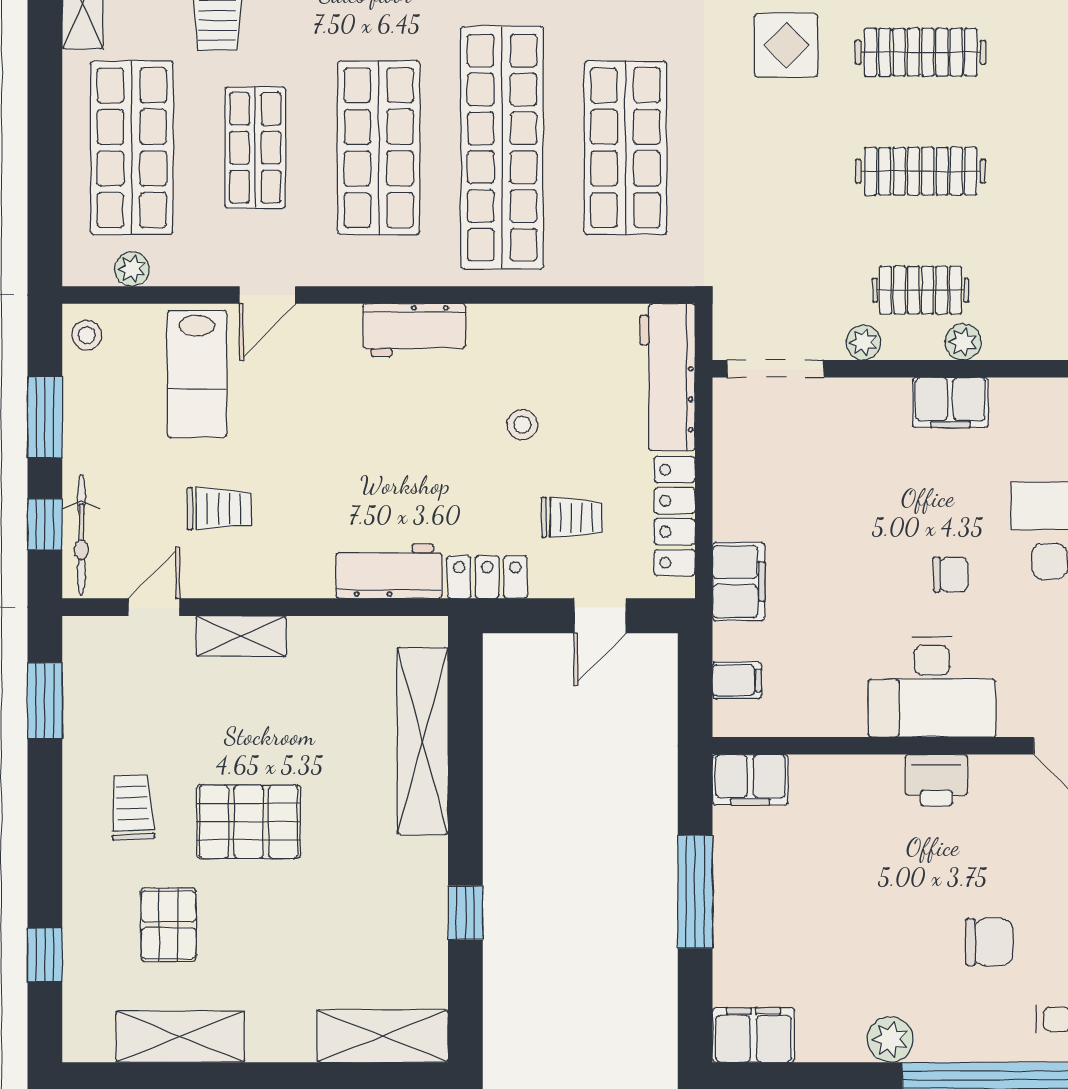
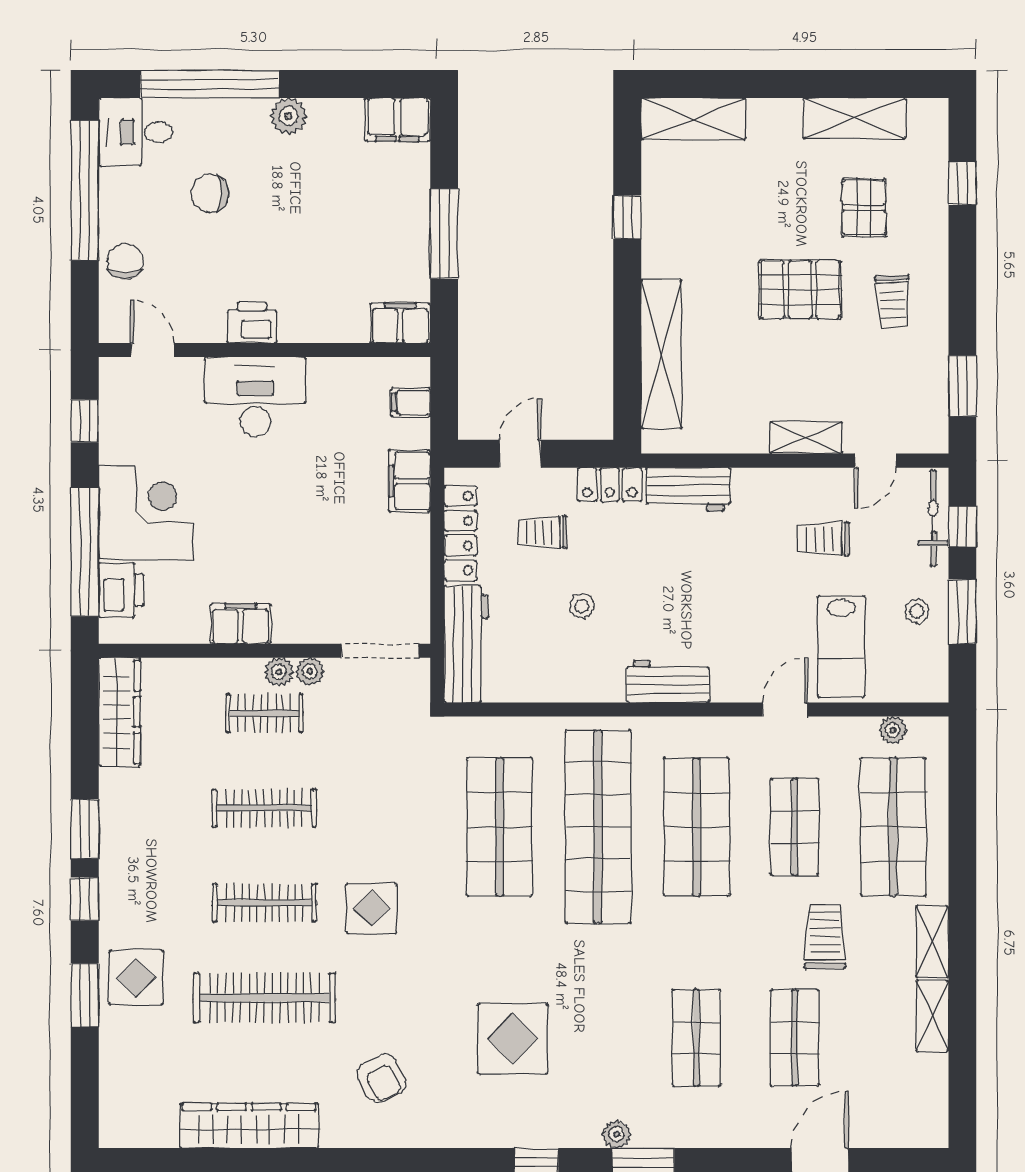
stool: (87, 335) -> (917, 611), moved
plant: (963, 342) -> (279, 672), moved
lab bench: (197, 374) -> (841, 646), turned 180
chair: (951, 574) -> (240, 487), removed

